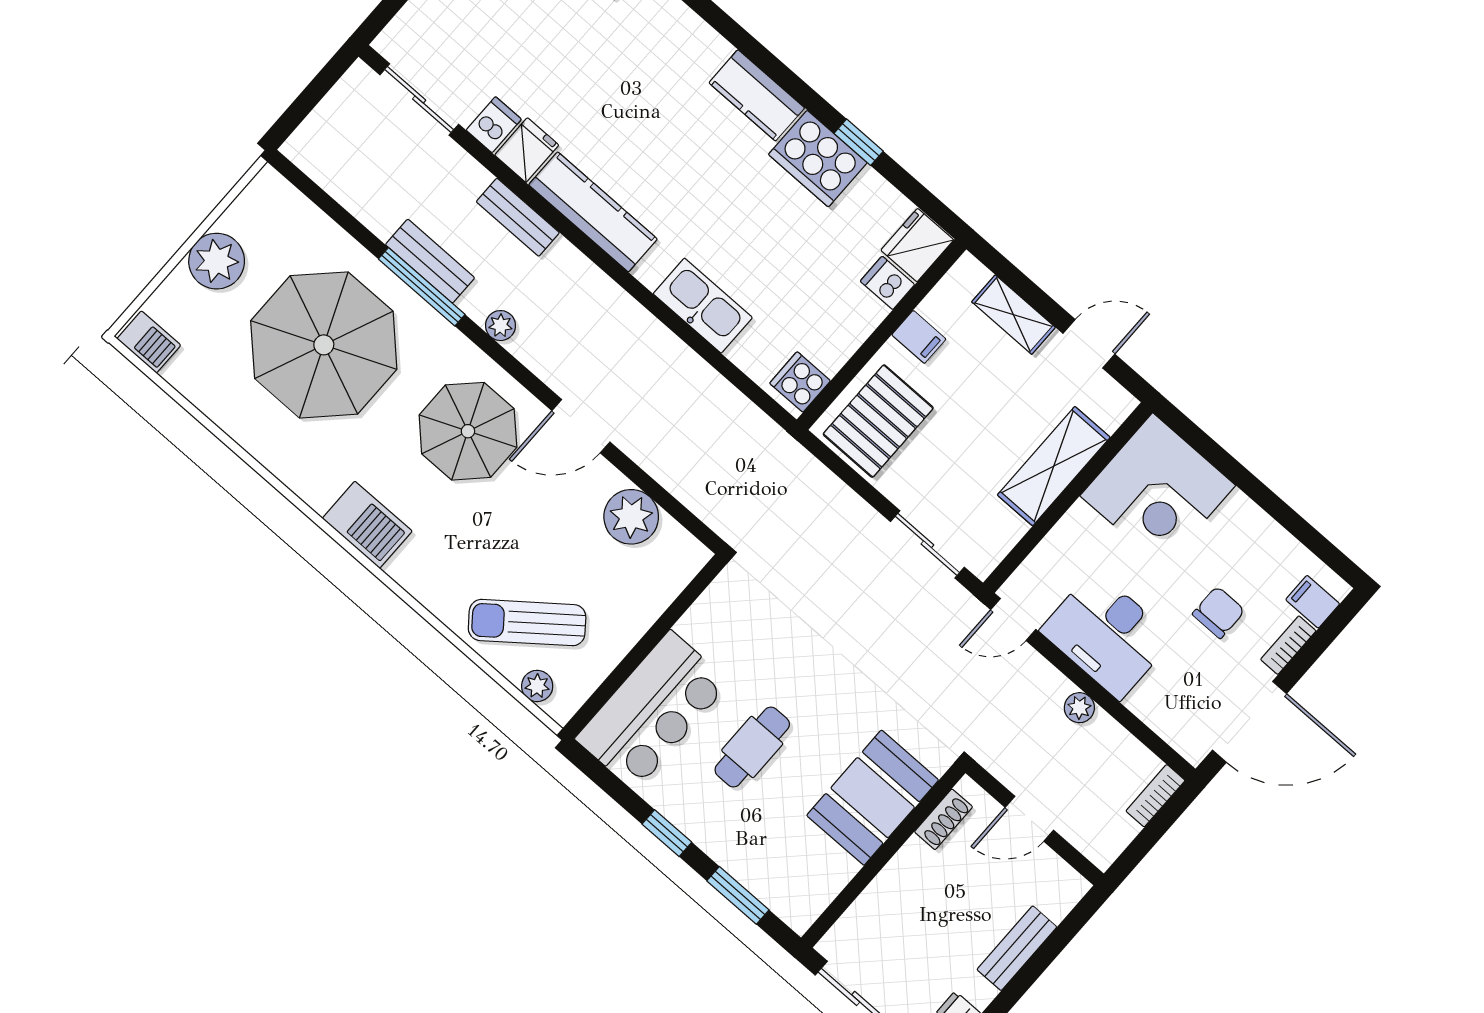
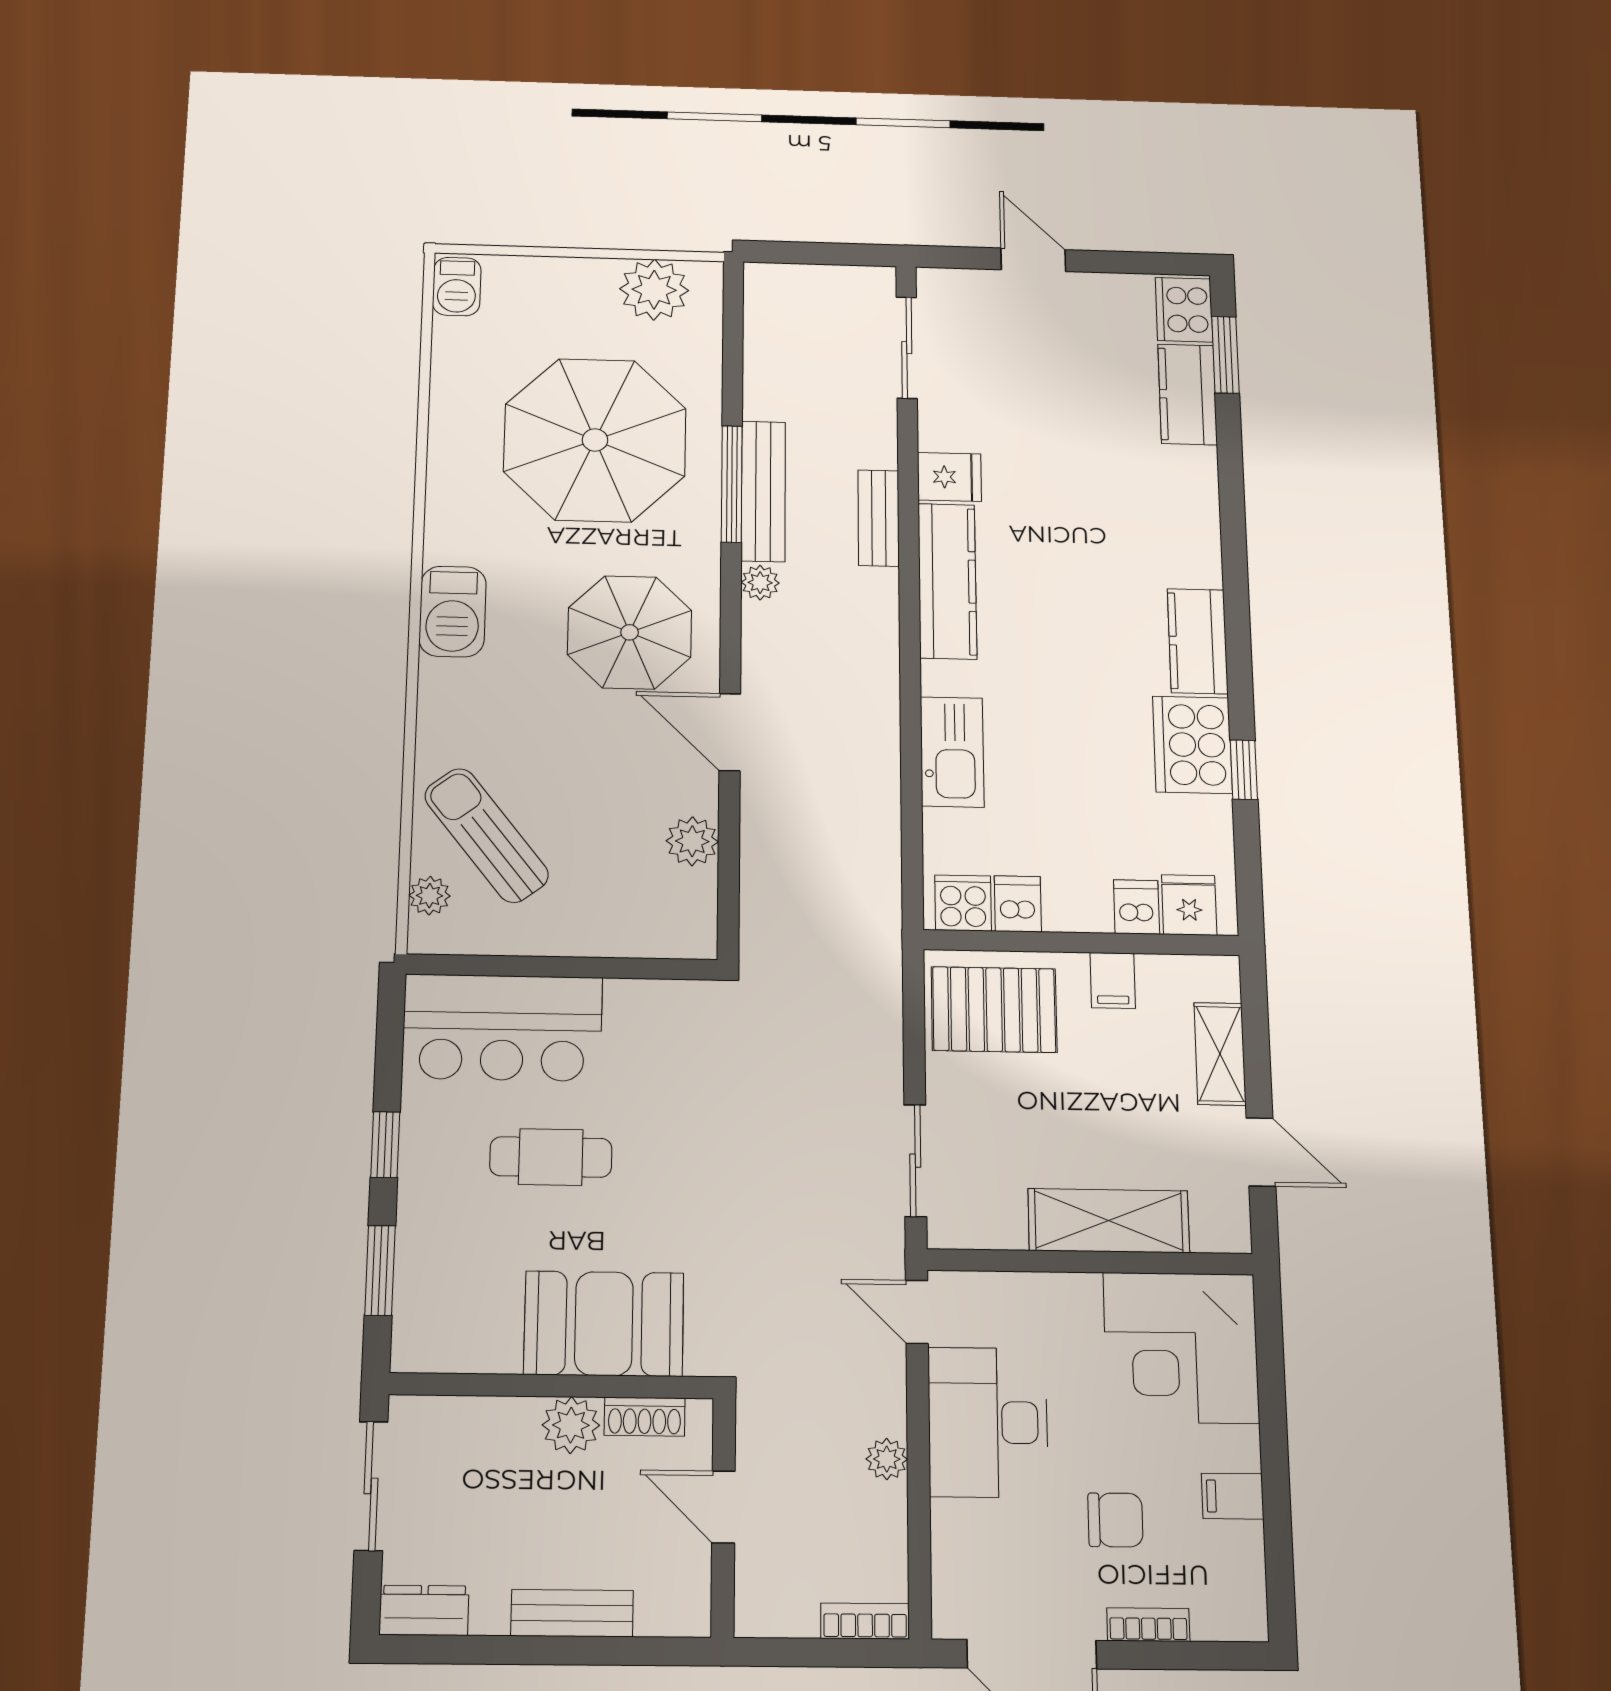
dishwasher: (494, 125) -> (1018, 904), moved, turned -90
fridge: (917, 245) -> (1189, 905), width x0.72
plant: (217, 261) -> (654, 290), moved
bench: (430, 261) -> (763, 491), width x1.36
plant: (631, 517) -> (692, 841), width x0.73, depth x0.73
filing cabinet: (1313, 602) -> (1233, 1496), moved, turned -90
plant: (914, 863) -> (571, 1425), added

